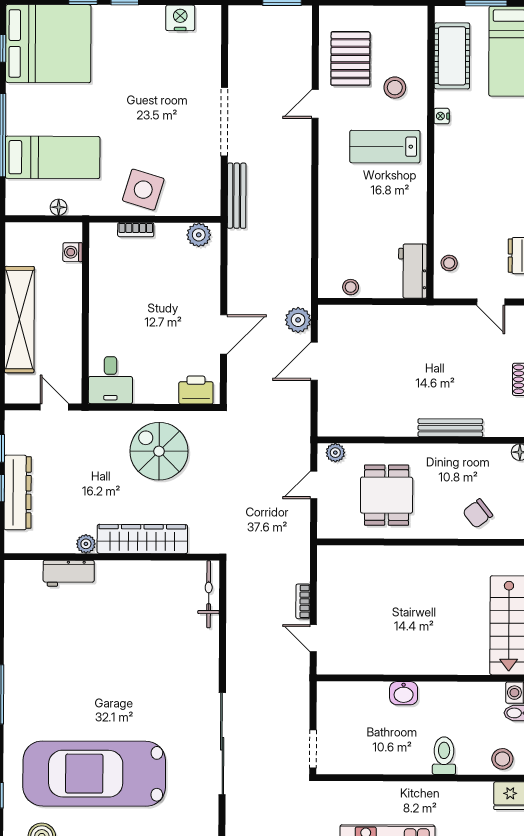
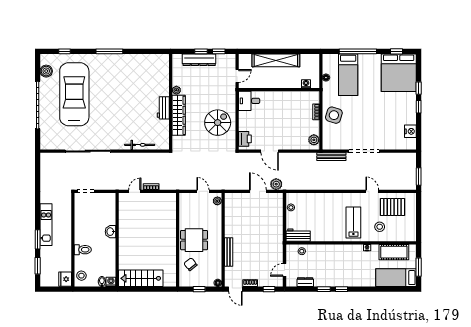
dining table: (387, 495) -> (194, 240), moved
workbench: (69, 573) -> (163, 108), moved
bicycle: (209, 594) -> (140, 145), moved

